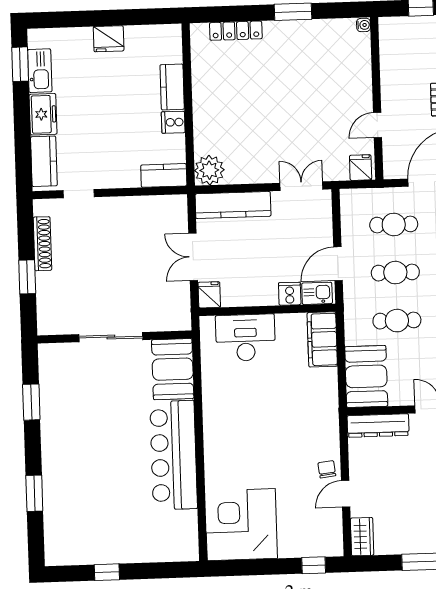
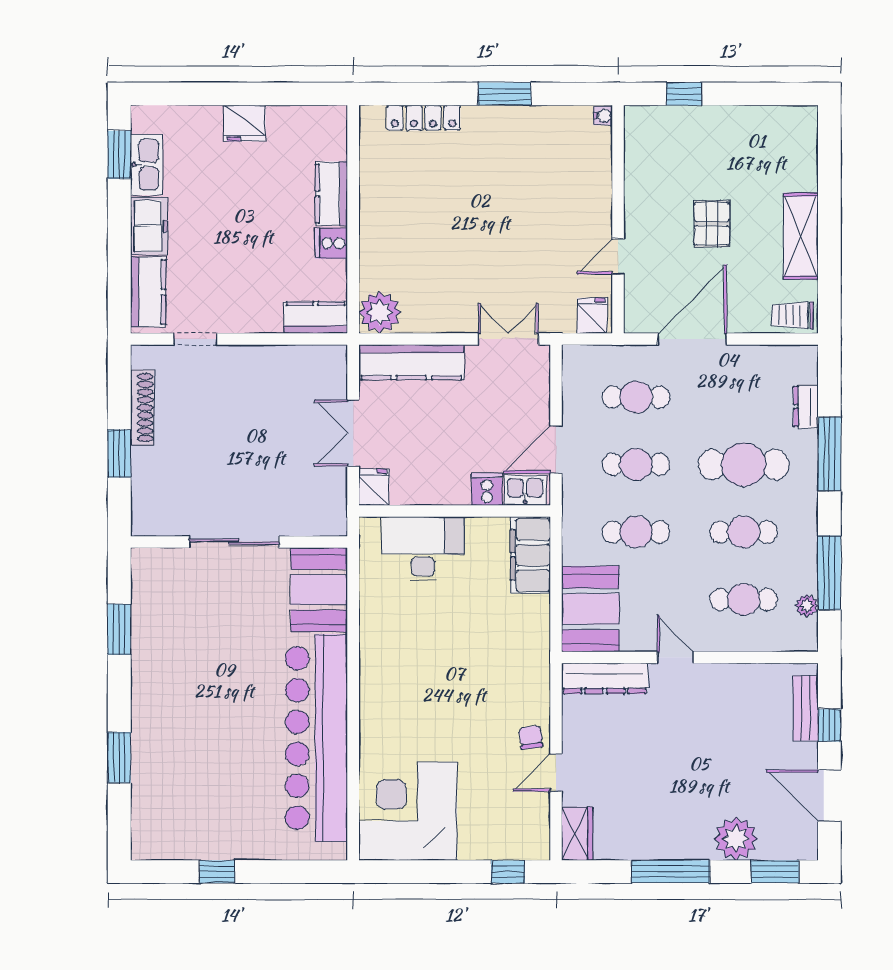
bar counter: (174, 455) -> (316, 738), width x1.36

